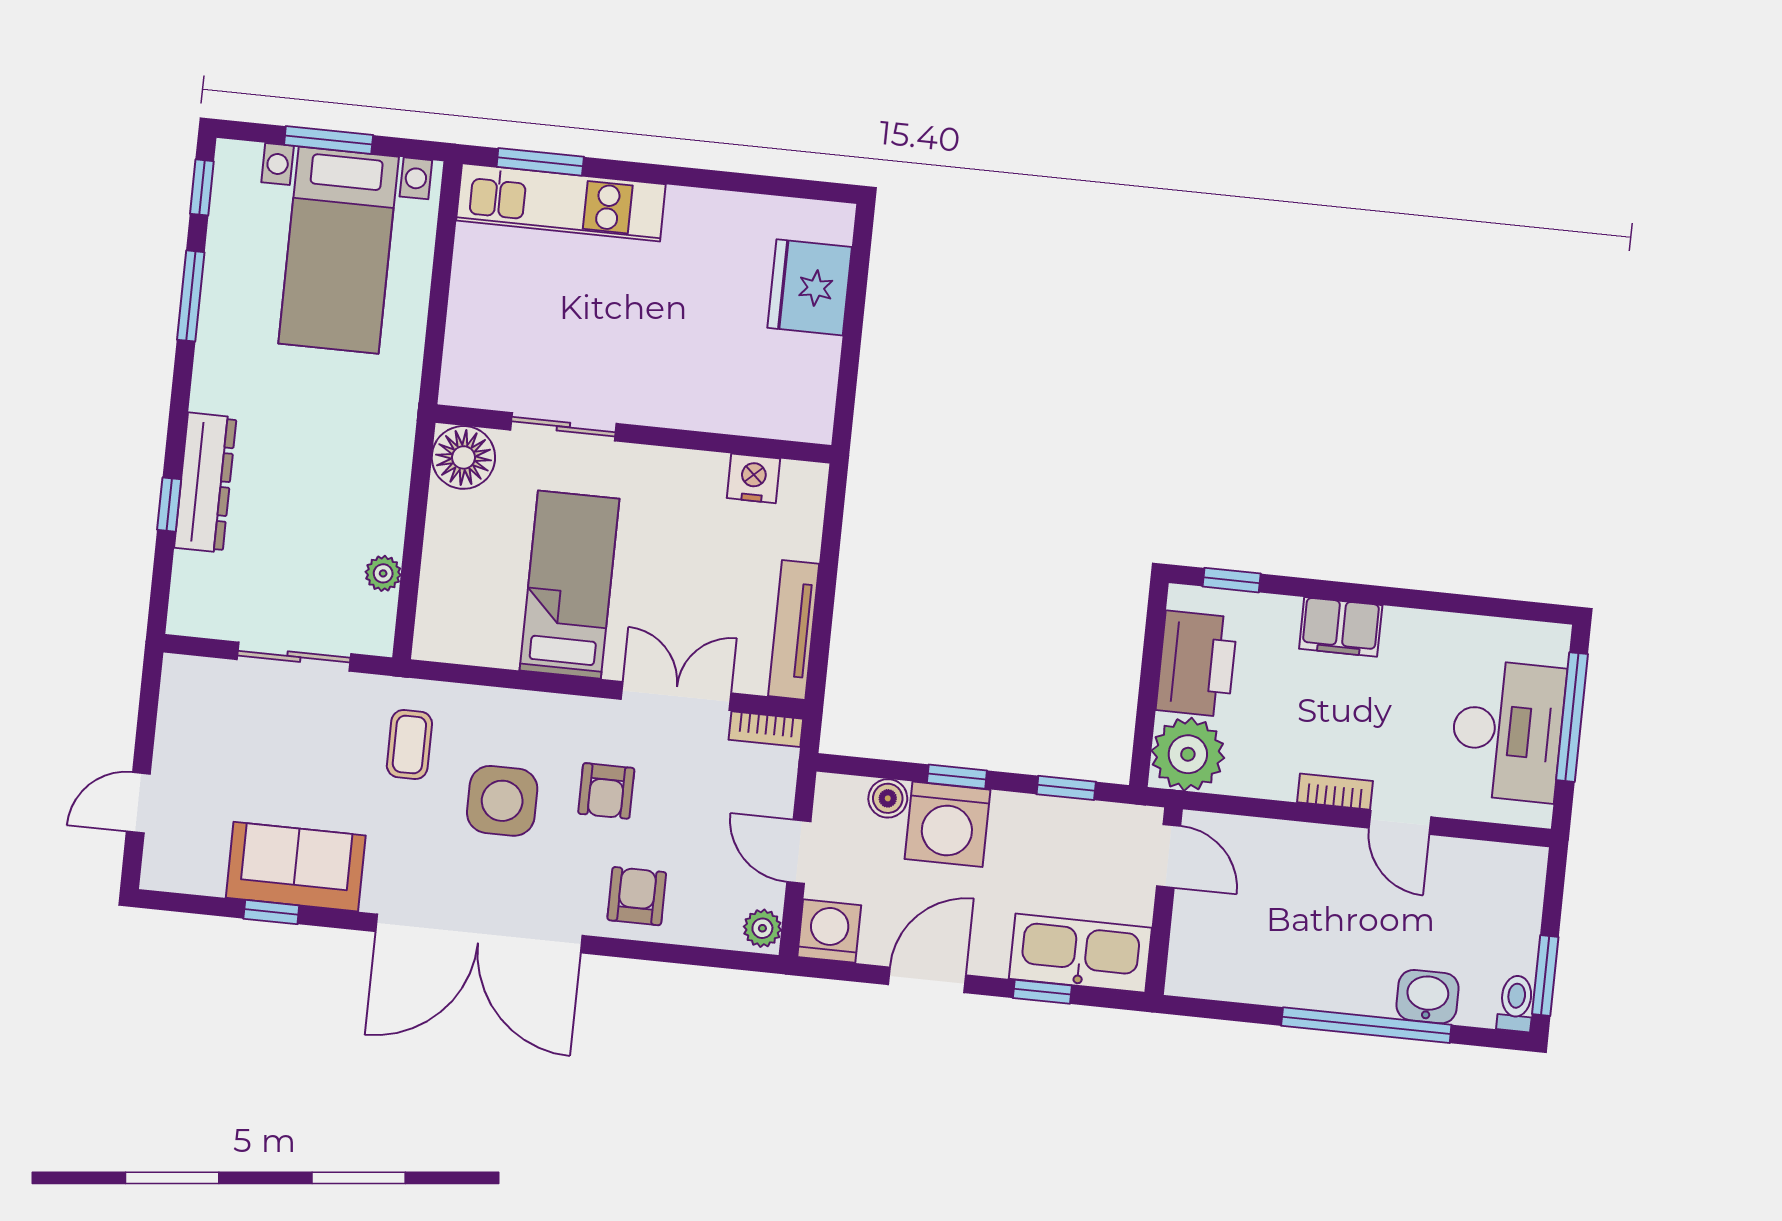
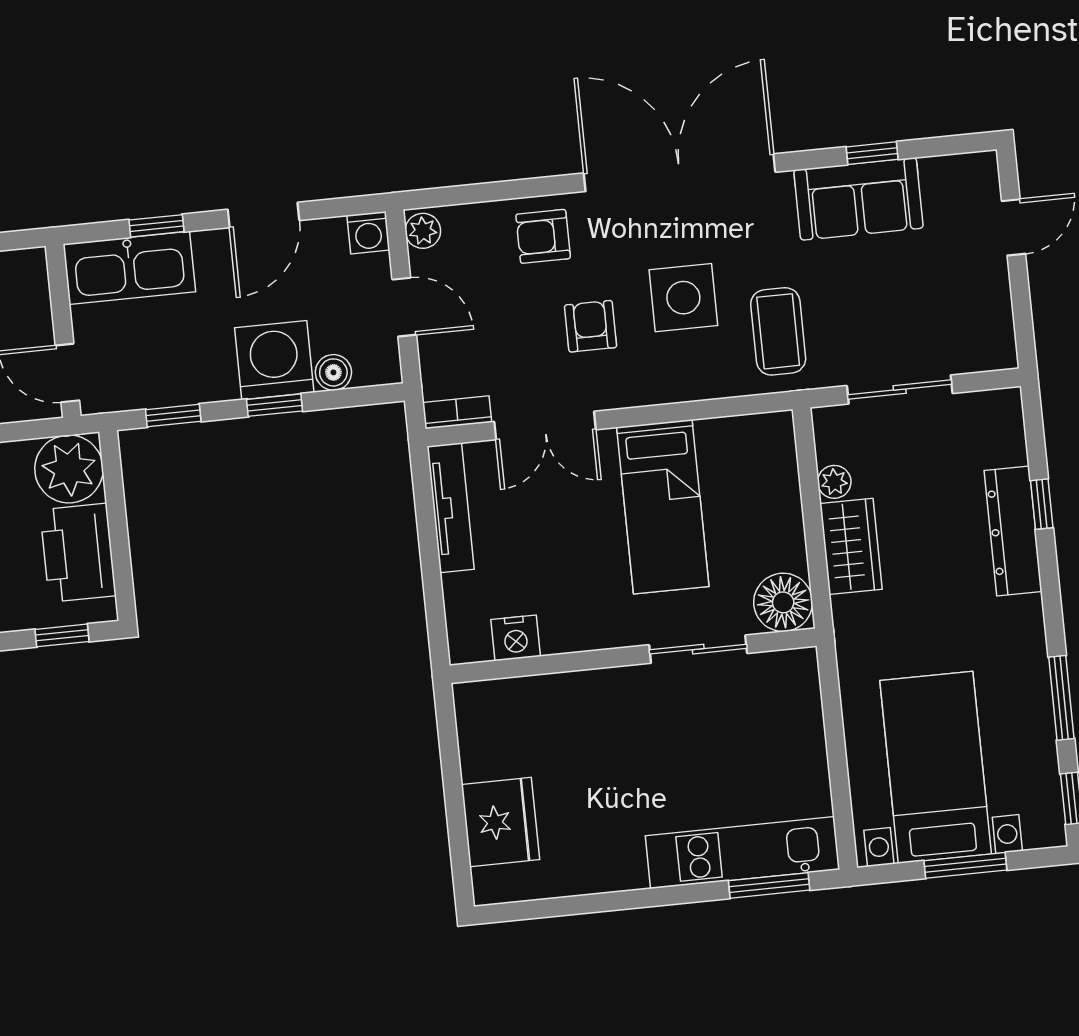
wardrobe: (380, 502) -> (851, 546), added
coffee table: (409, 745) -> (778, 331), width x1.36, depth x1.30
armchair: (637, 896) -> (543, 236), turned 90
washing machine: (829, 931) -> (368, 233), width x0.73, depth x0.73

